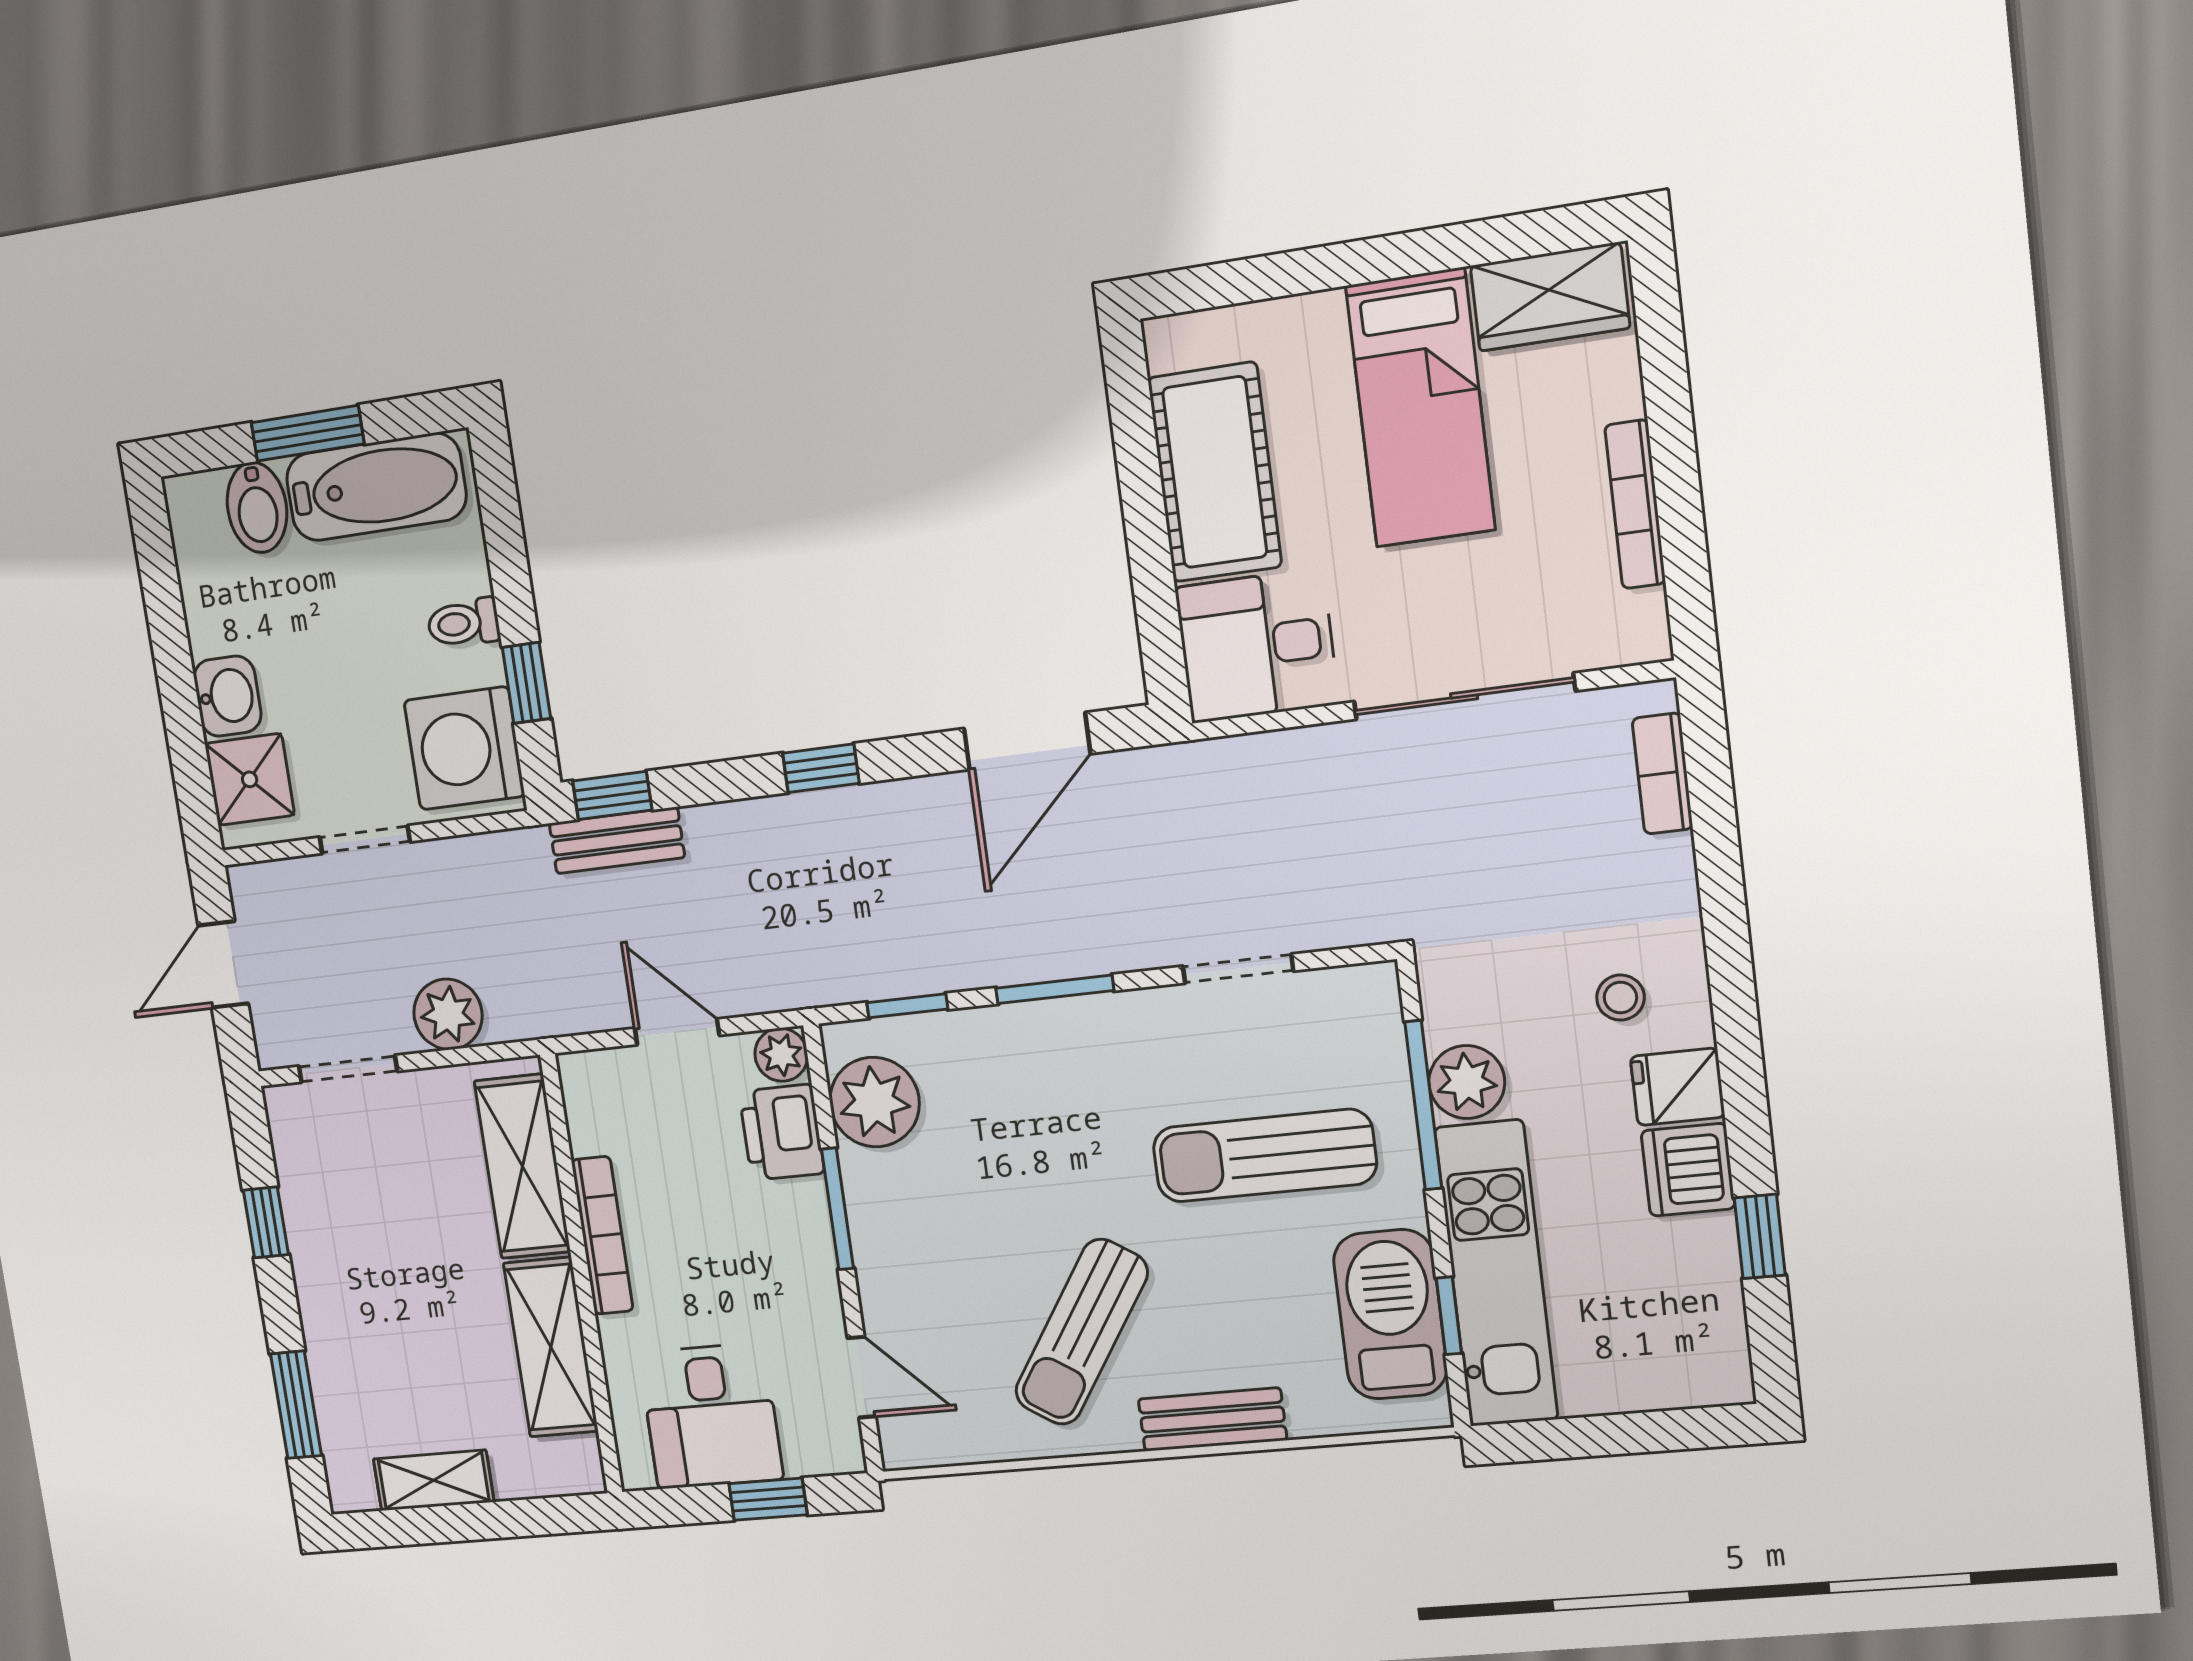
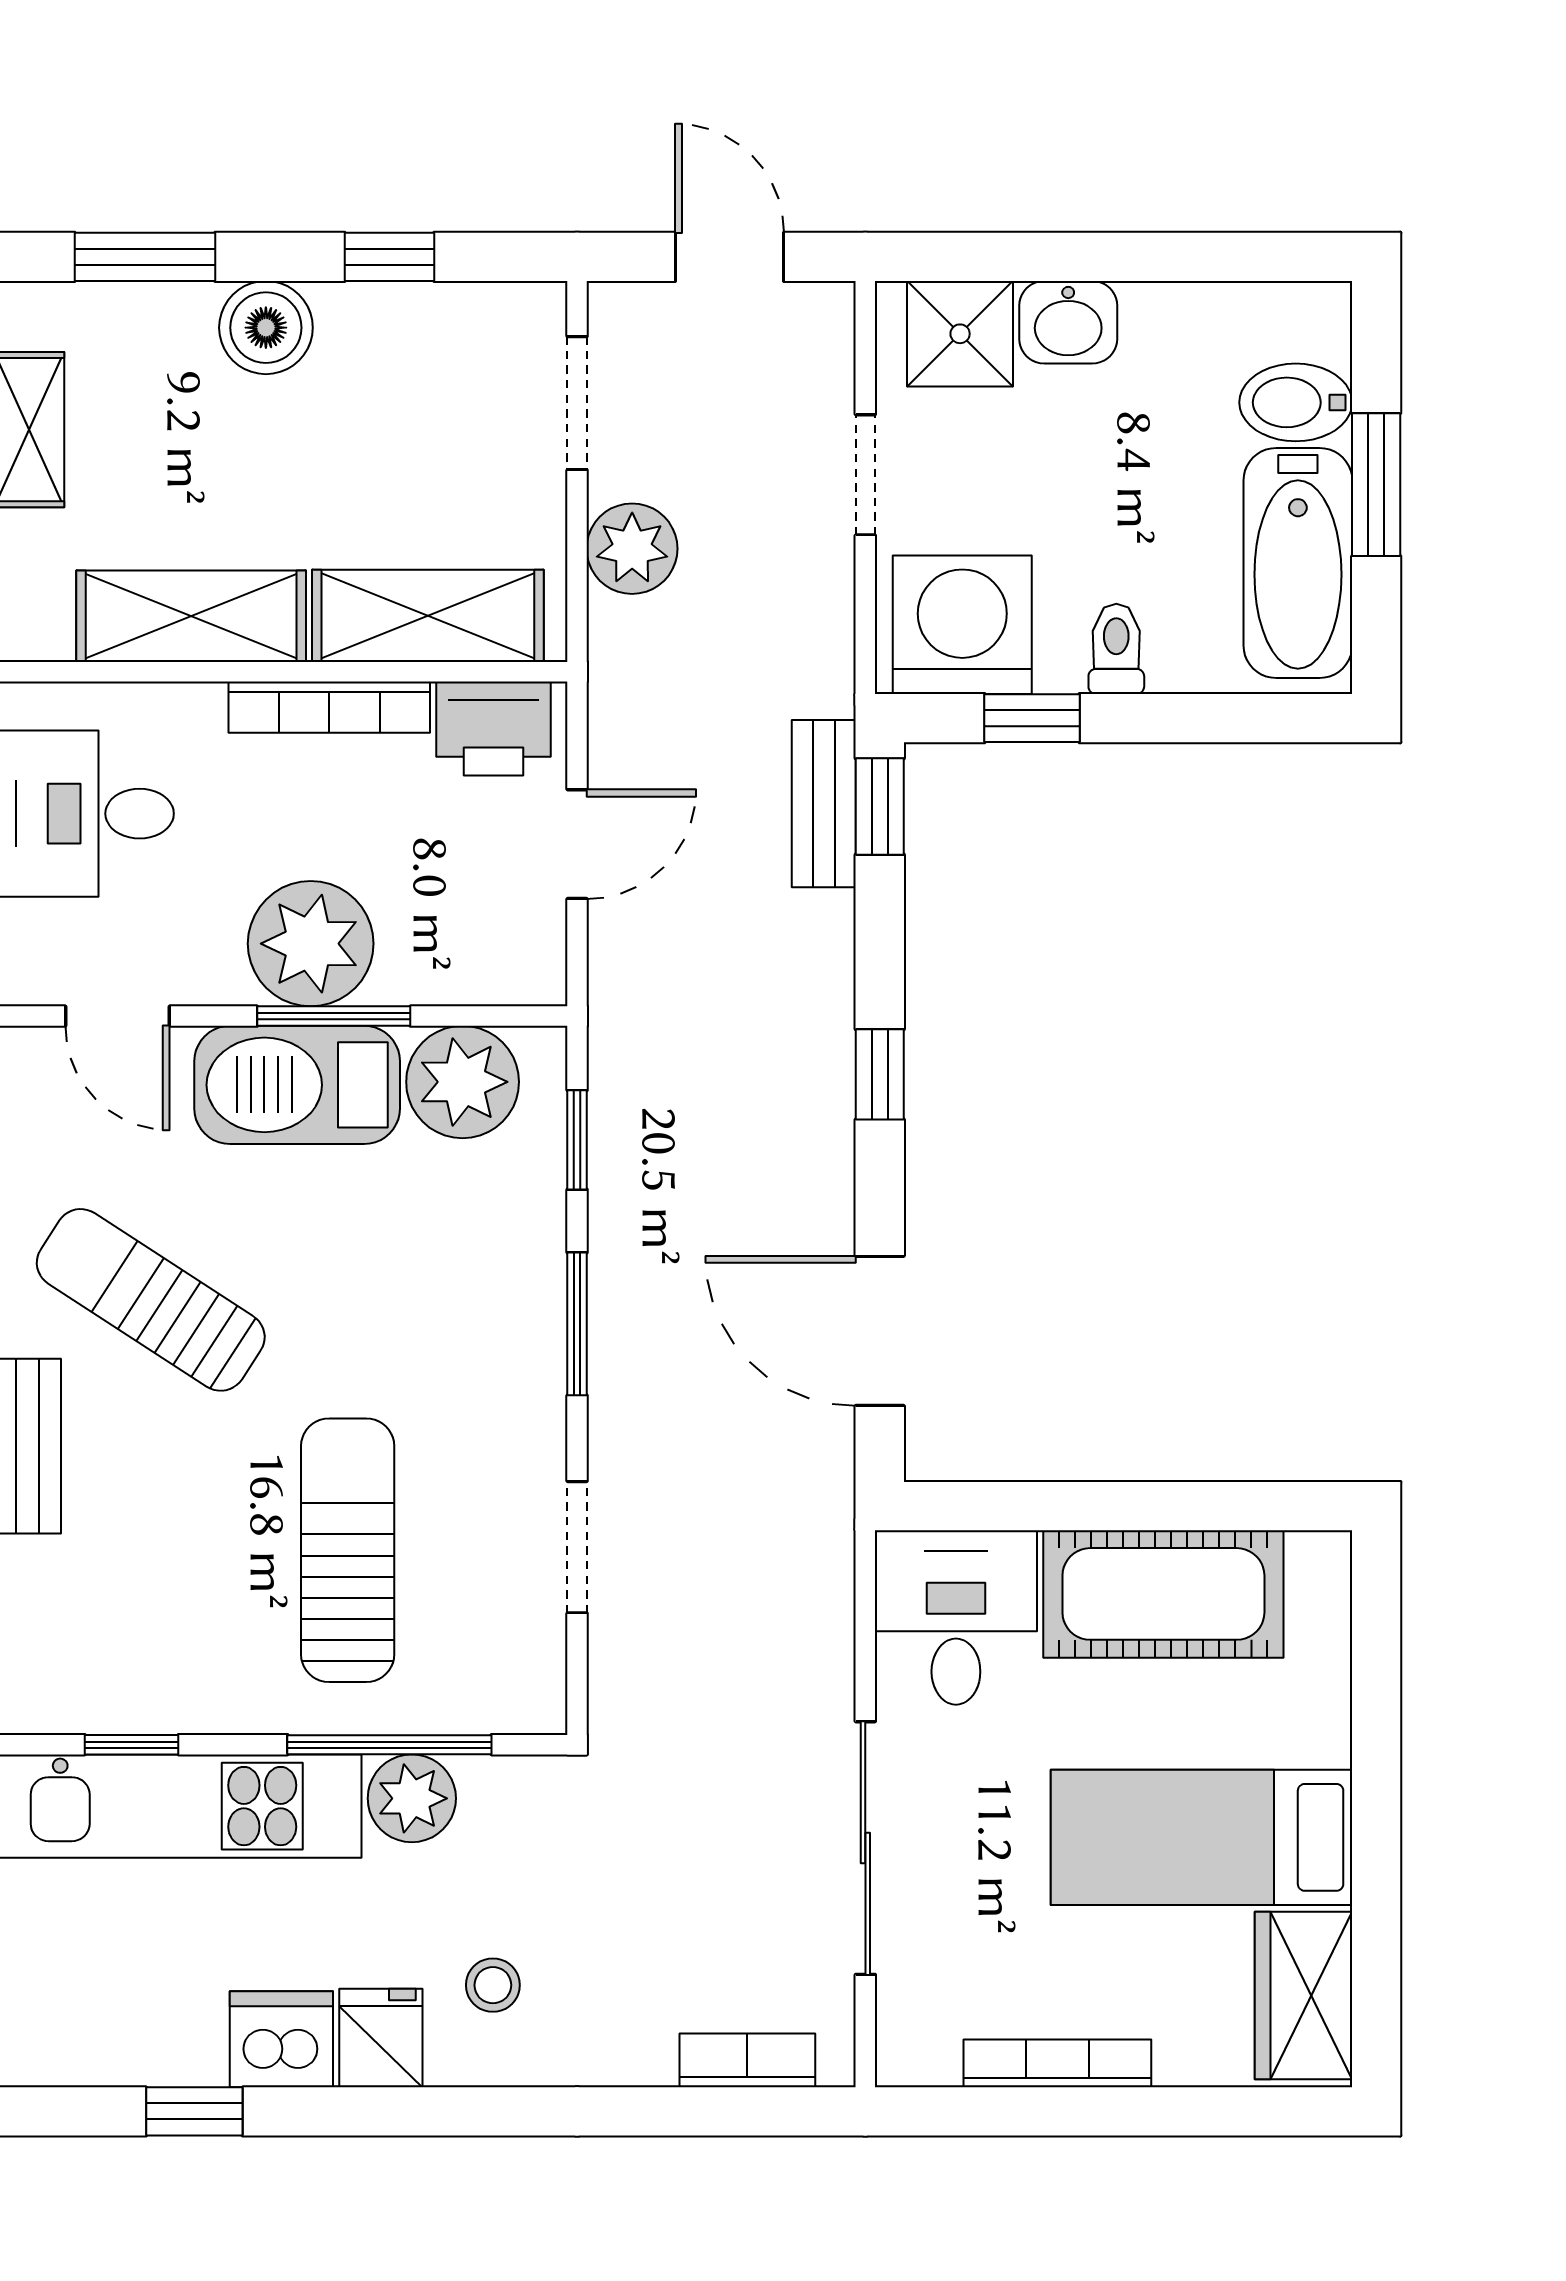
plant: (781, 1055) -> (311, 944), moved, width x1.87, depth x1.87
printer: (782, 1132) -> (493, 729), moved, turned 180
boiler: (332, 1310) -> (266, 328), added
barbecue: (1390, 1314) -> (297, 1085), moved, turned 180
door: (862, 1377) -> (118, 1016), hinge flipped

